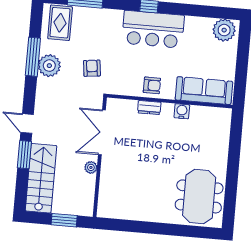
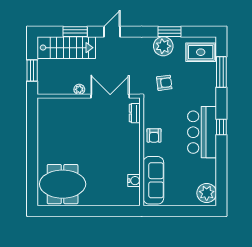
window: (33, 57) -> (169, 32), width x0.69
dresser: (149, 108) -> (135, 113), moved
water cooler: (182, 111) -> (134, 181), moved
window: (24, 155) -> (75, 32), moved

